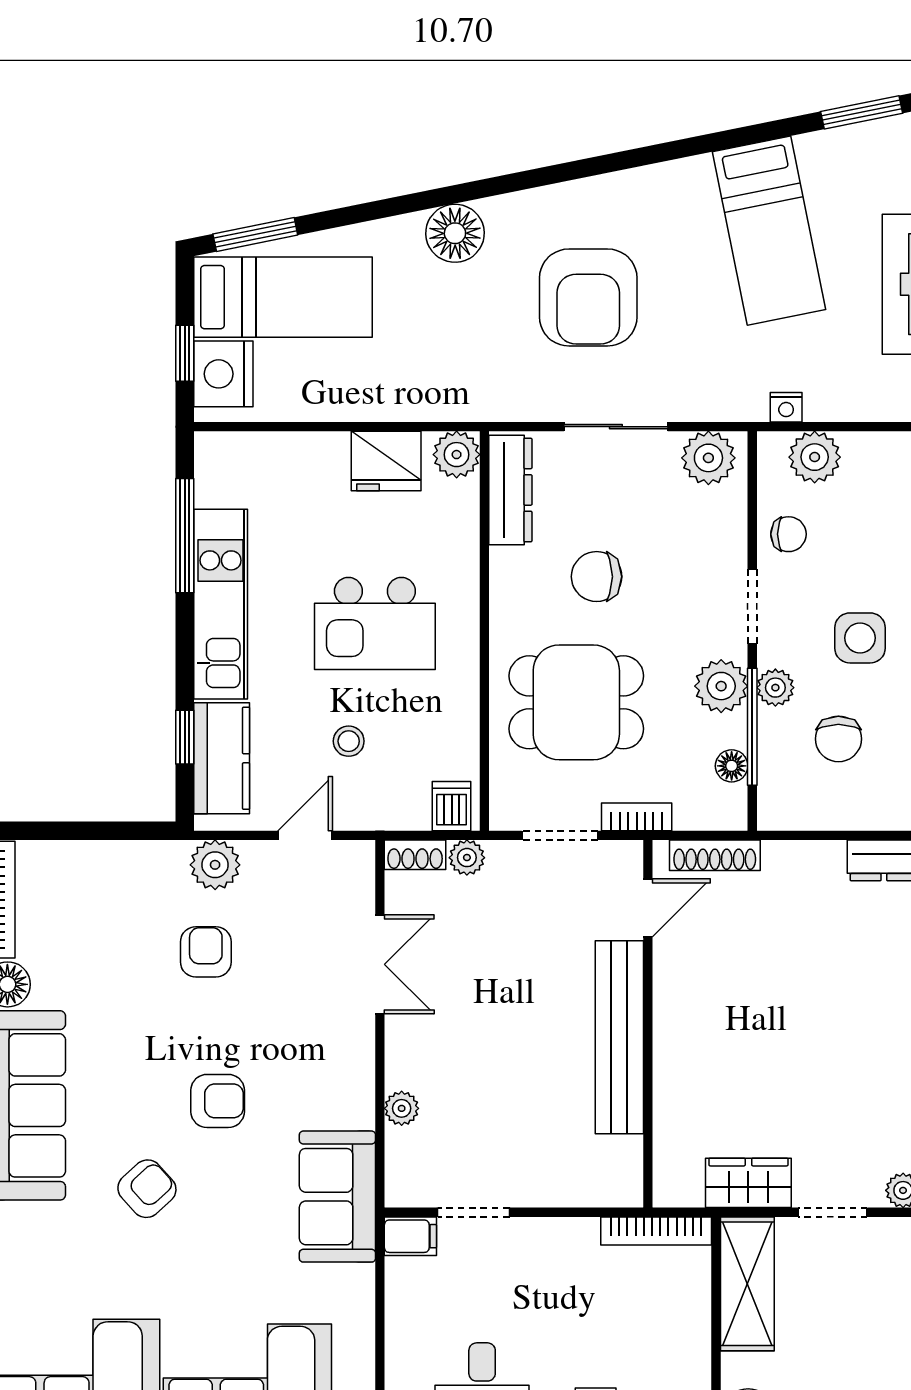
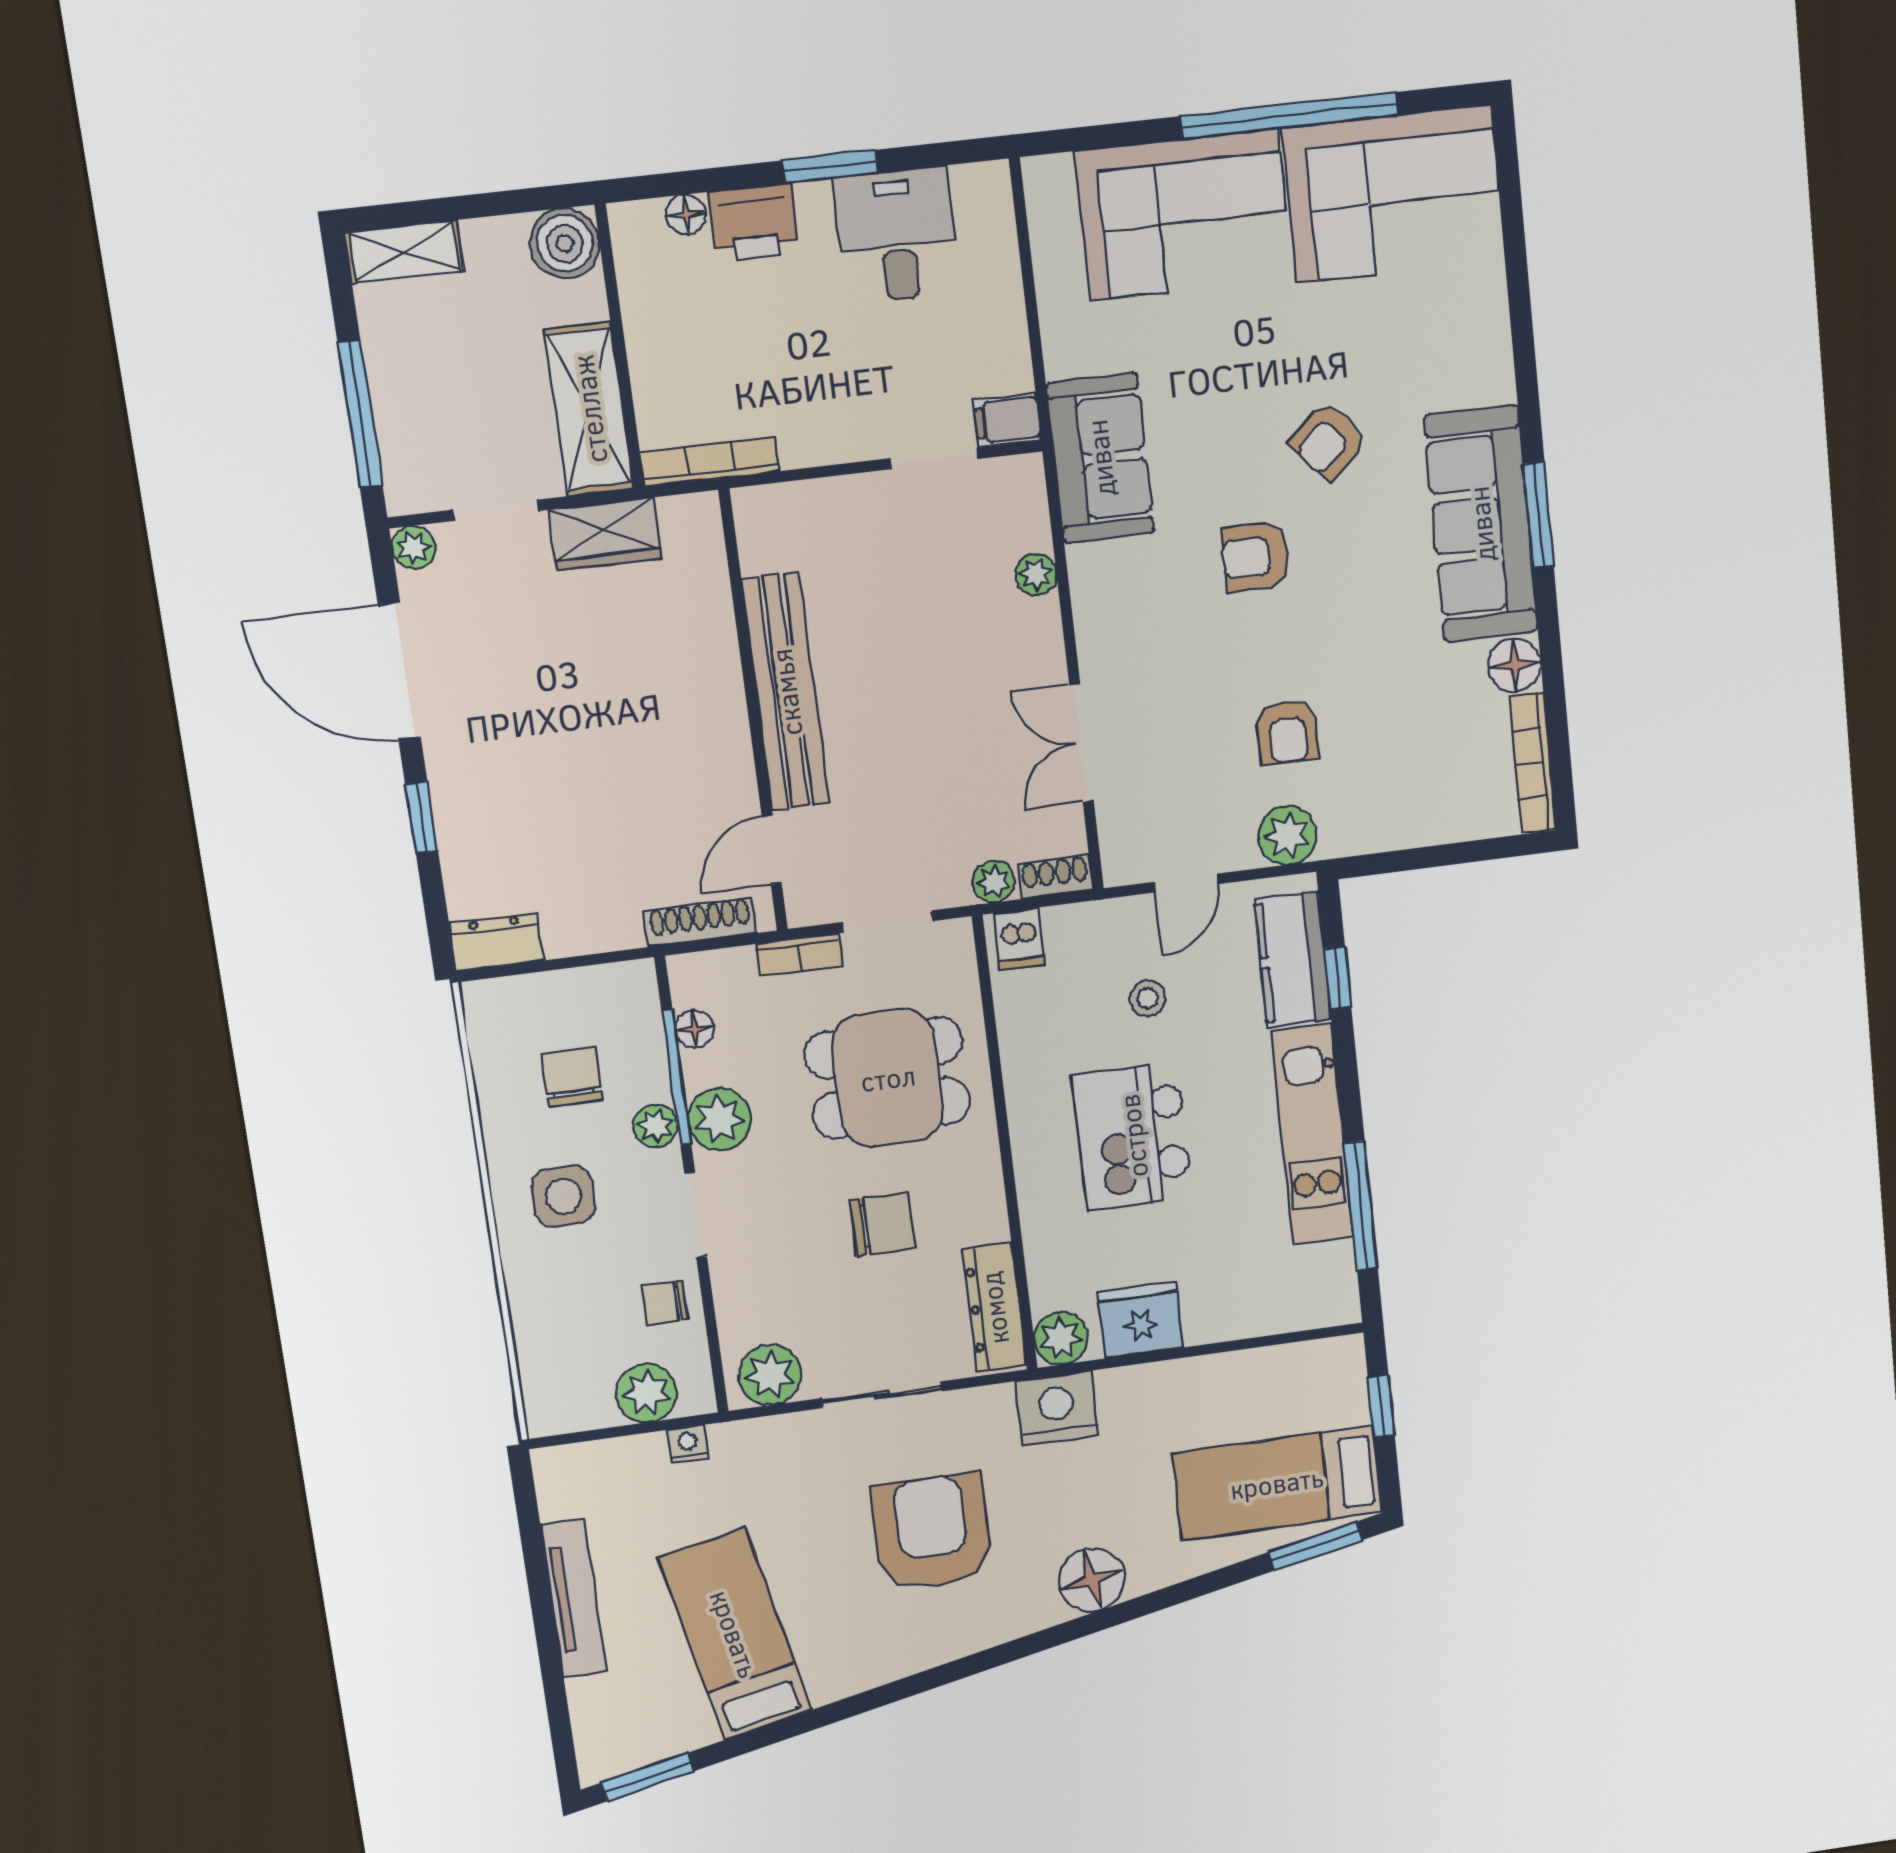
nightstand: (223, 374) -> (1057, 1409), moved, turned -90
kitchen island: (375, 623) -> (1133, 1136), turned -90

